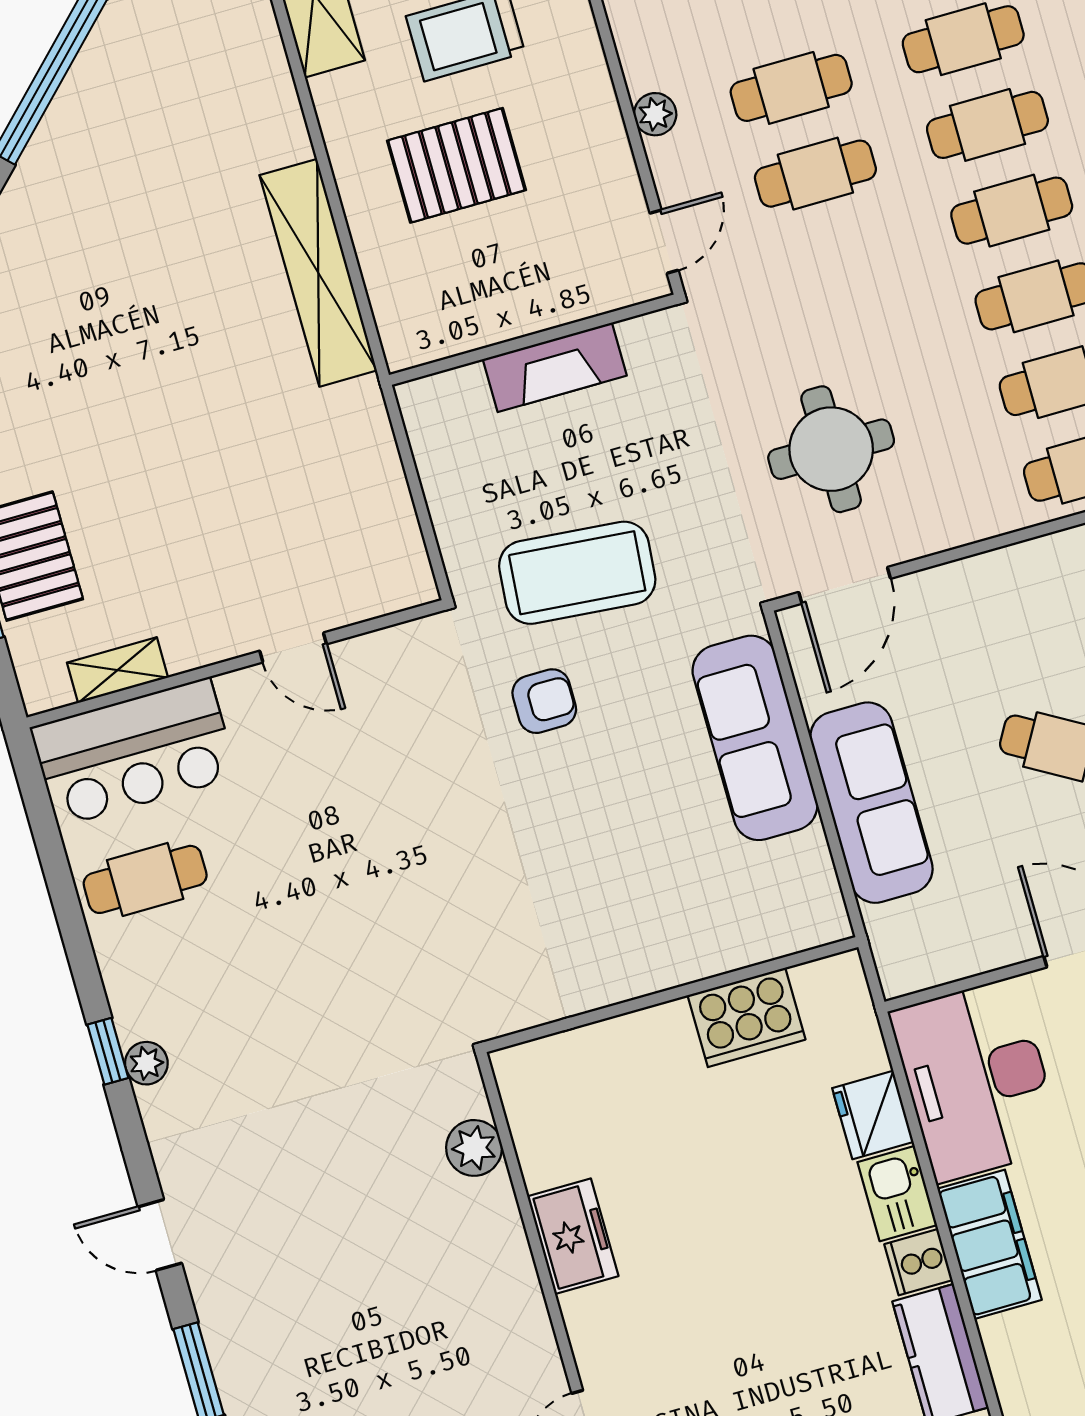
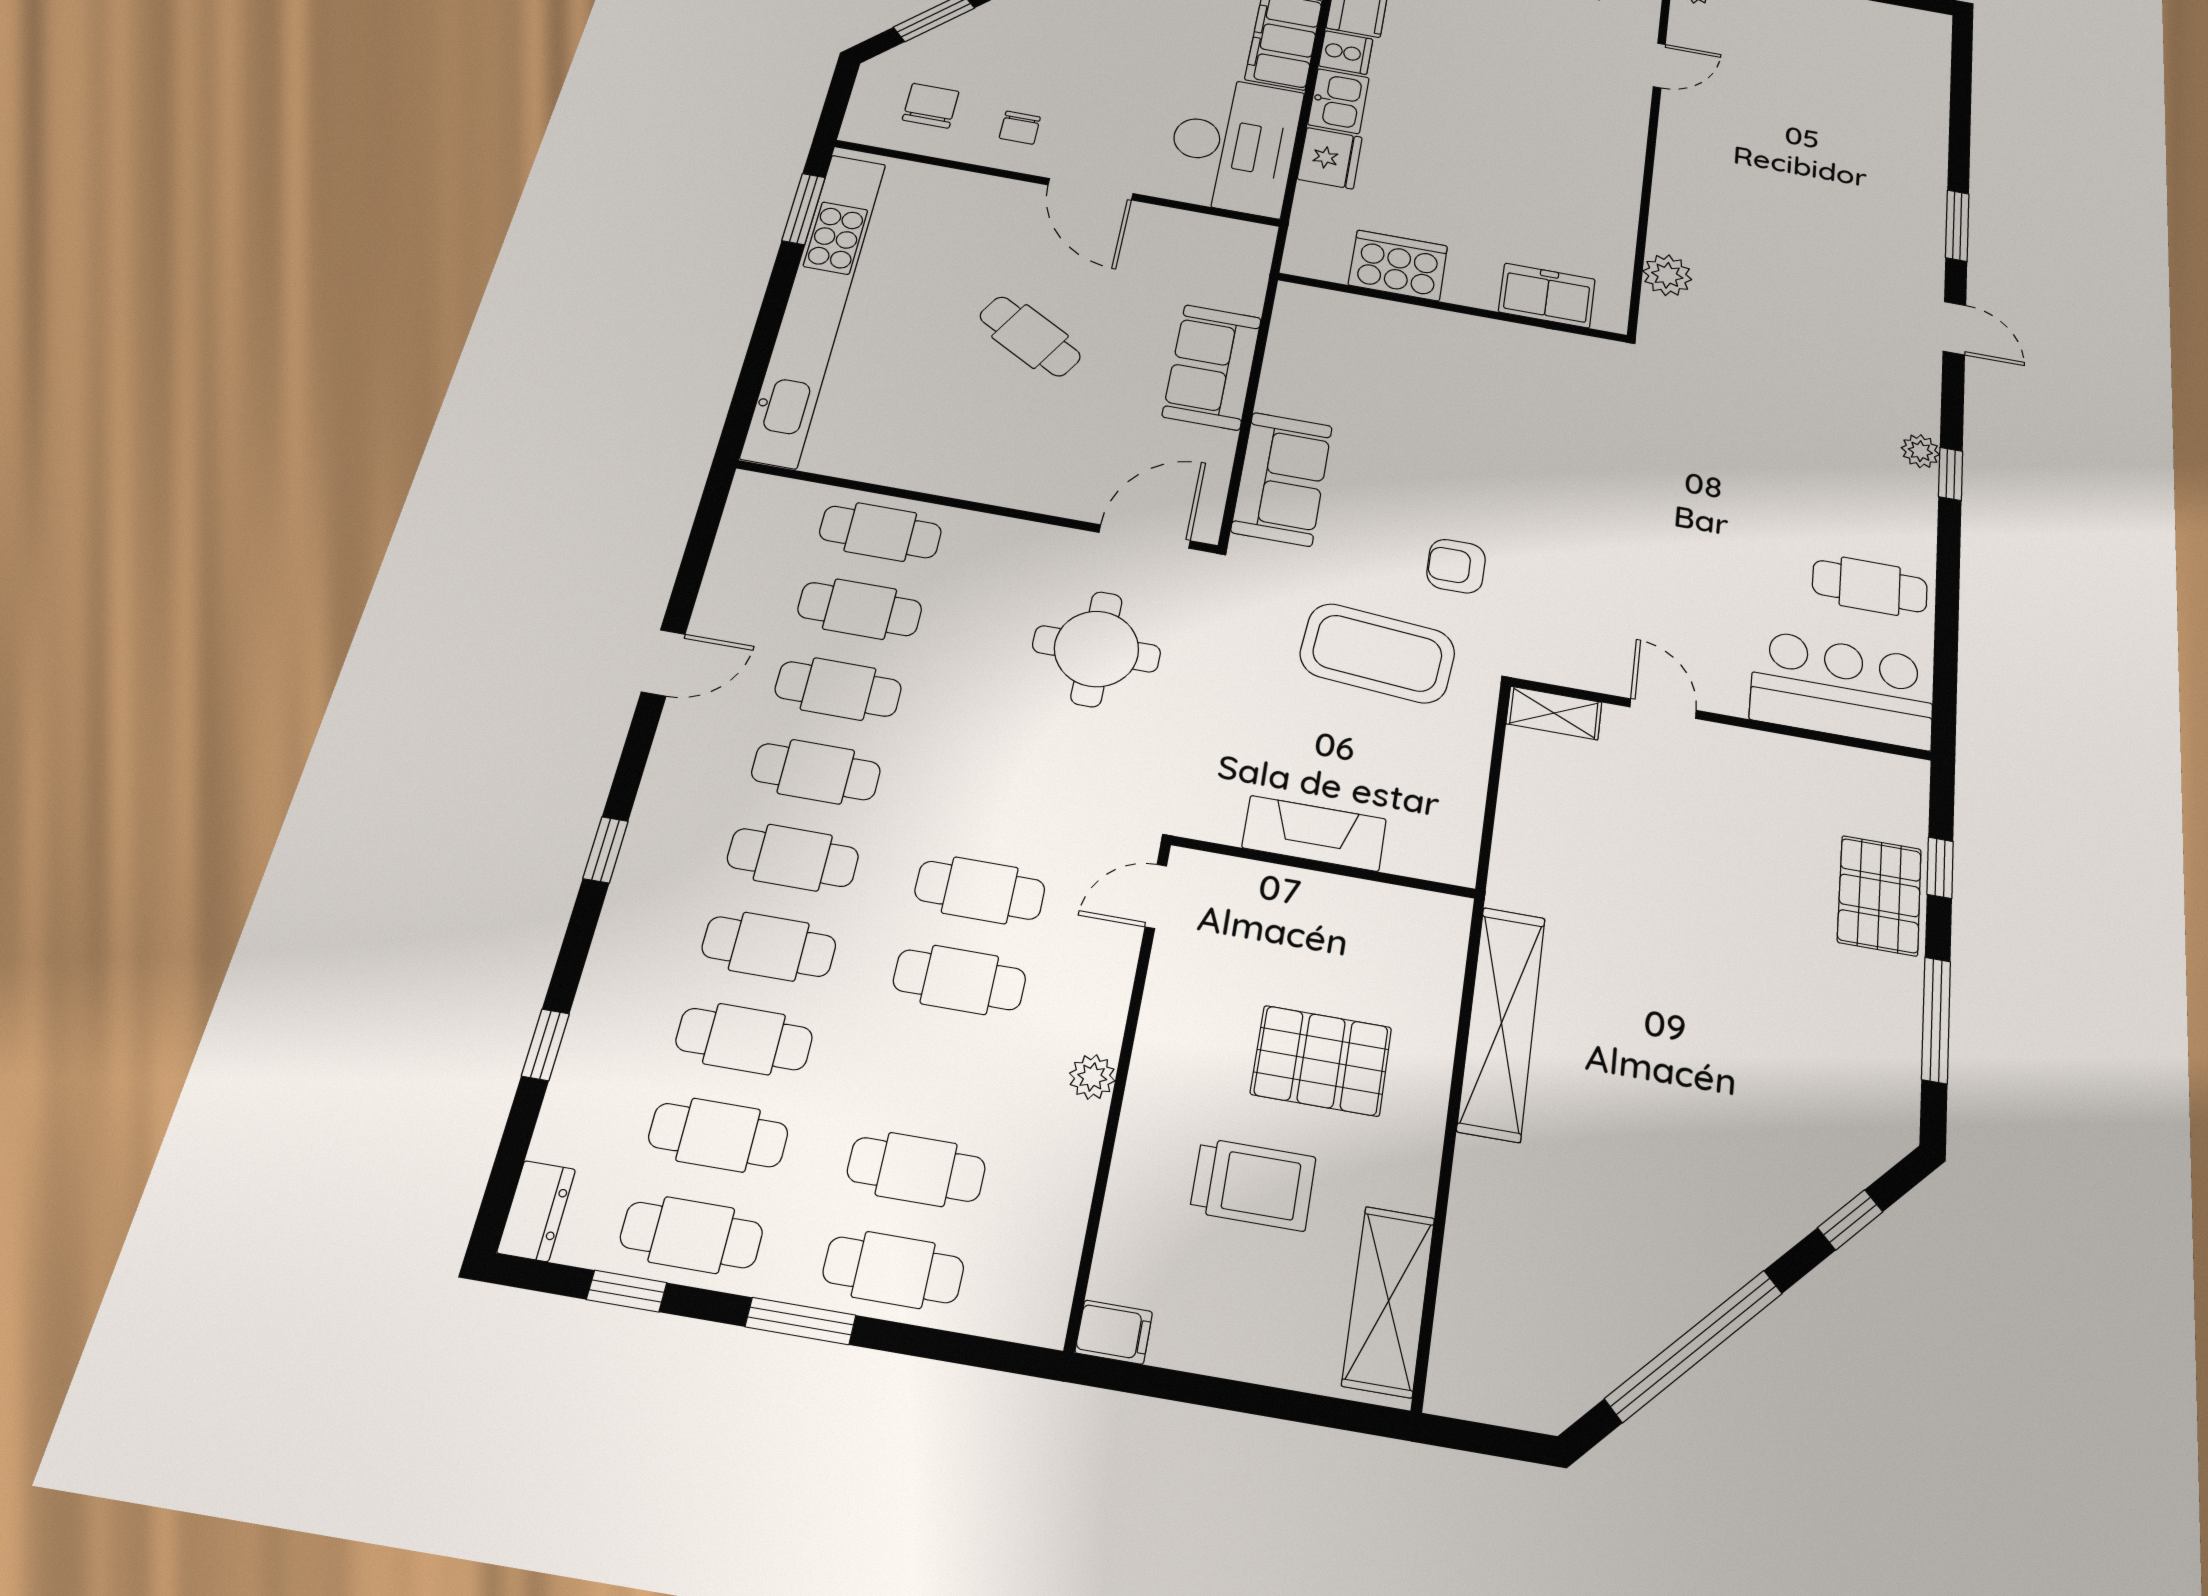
plant: (655, 114) -> (1092, 1077), moved
shelving: (117, 670) -> (1554, 713), moved
sofa: (755, 738) -> (1282, 479), width x0.73
sofa: (871, 803) -> (1212, 367), width x0.73
freezer: (573, 1236) -> (1547, 296), moved, turned 90

